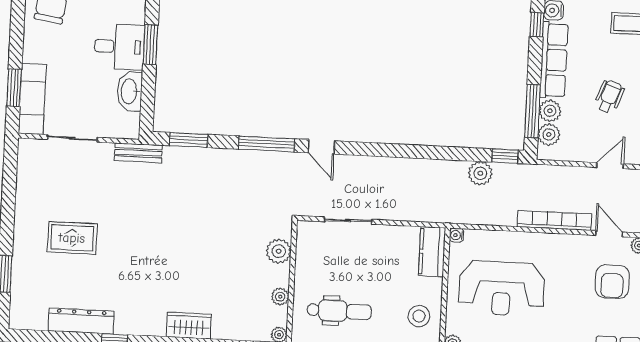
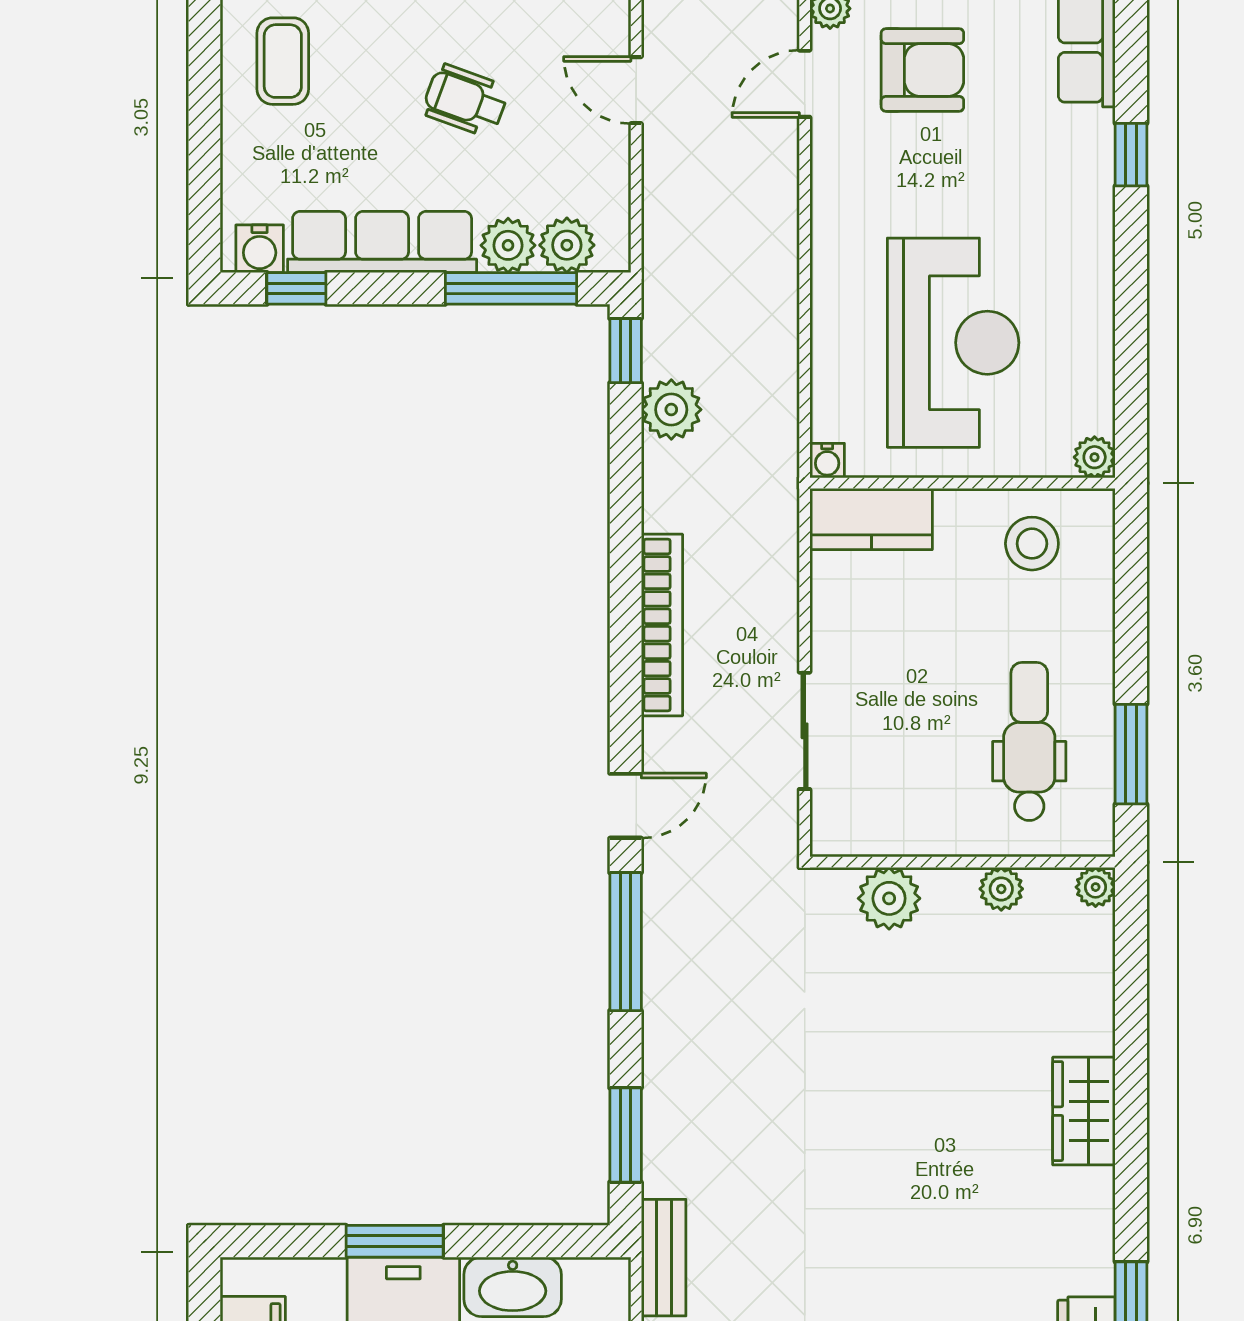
bookcase: (554, 220) -> (662, 625), moved, turned 180

